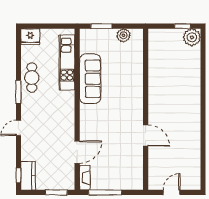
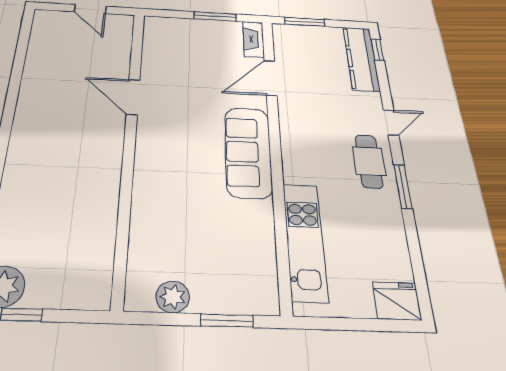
cafe table: (32, 78) -> (369, 161), moved
sofa: (90, 79) -> (248, 152), moved
kitchen counter: (28, 176) -> (361, 59), width x1.50
window: (105, 192) -> (215, 16), width x0.69
door: (172, 192) -> (90, 9), hinge flipped

